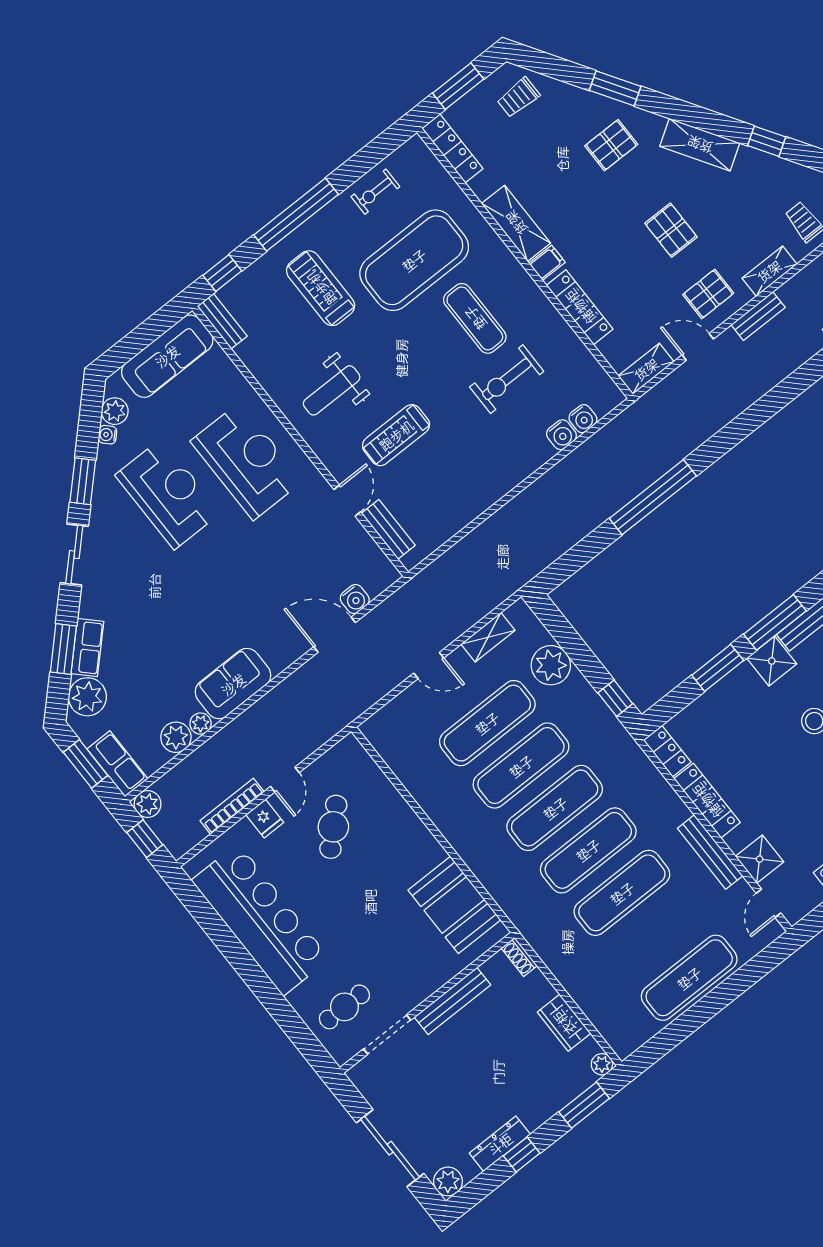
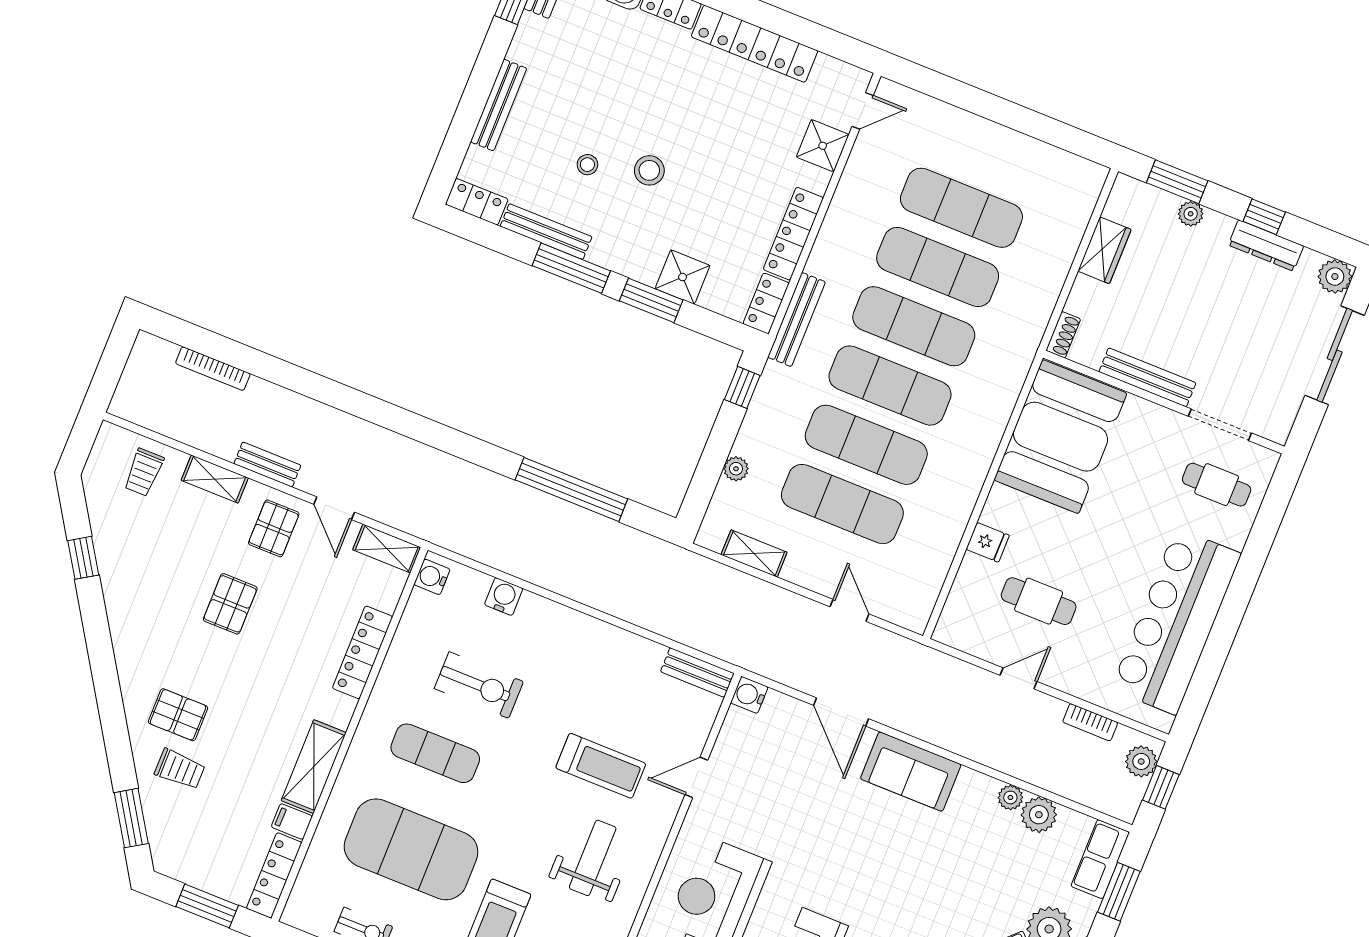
window: (615, 88) -> (131, 818), moved
trolley: (518, 97) -> (180, 769), moved
shelving: (700, 145) -> (126, 624), removed
filing cabinet: (547, 263) -> (292, 822), moved
pallet: (708, 294) -> (274, 528), turned 90
exercise mat: (475, 318) -> (435, 753), turned 90
weight bench: (332, 390) -> (593, 858), turned -90
water cooler: (583, 419) -> (432, 577), moved, turned -90
window: (653, 497) -> (571, 489), moved
bench: (388, 529) -> (697, 672), moved, turned 90
water cooler: (355, 599) -> (749, 695), moved, turned -90
shower: (772, 661) -> (683, 277), moved
plant: (551, 665) -> (736, 469), width x0.53, depth x0.53
door: (429, 666) -> (850, 610), moved
sofa: (233, 684) -> (911, 772), moved
plant: (148, 804) -> (1141, 761), moved
bookcase: (232, 806) -> (1090, 722), width x0.64
fridge: (265, 819) -> (988, 542), moved, turned 90
cafe table: (333, 827) -> (1039, 601), turned 44
bench: (710, 852) -> (797, 320), moved
booth: (454, 905) -> (1060, 437), width x1.36, depth x1.42
exercise mat: (689, 978) -> (961, 208), moved
plant: (602, 1064) -> (1191, 214), moved

